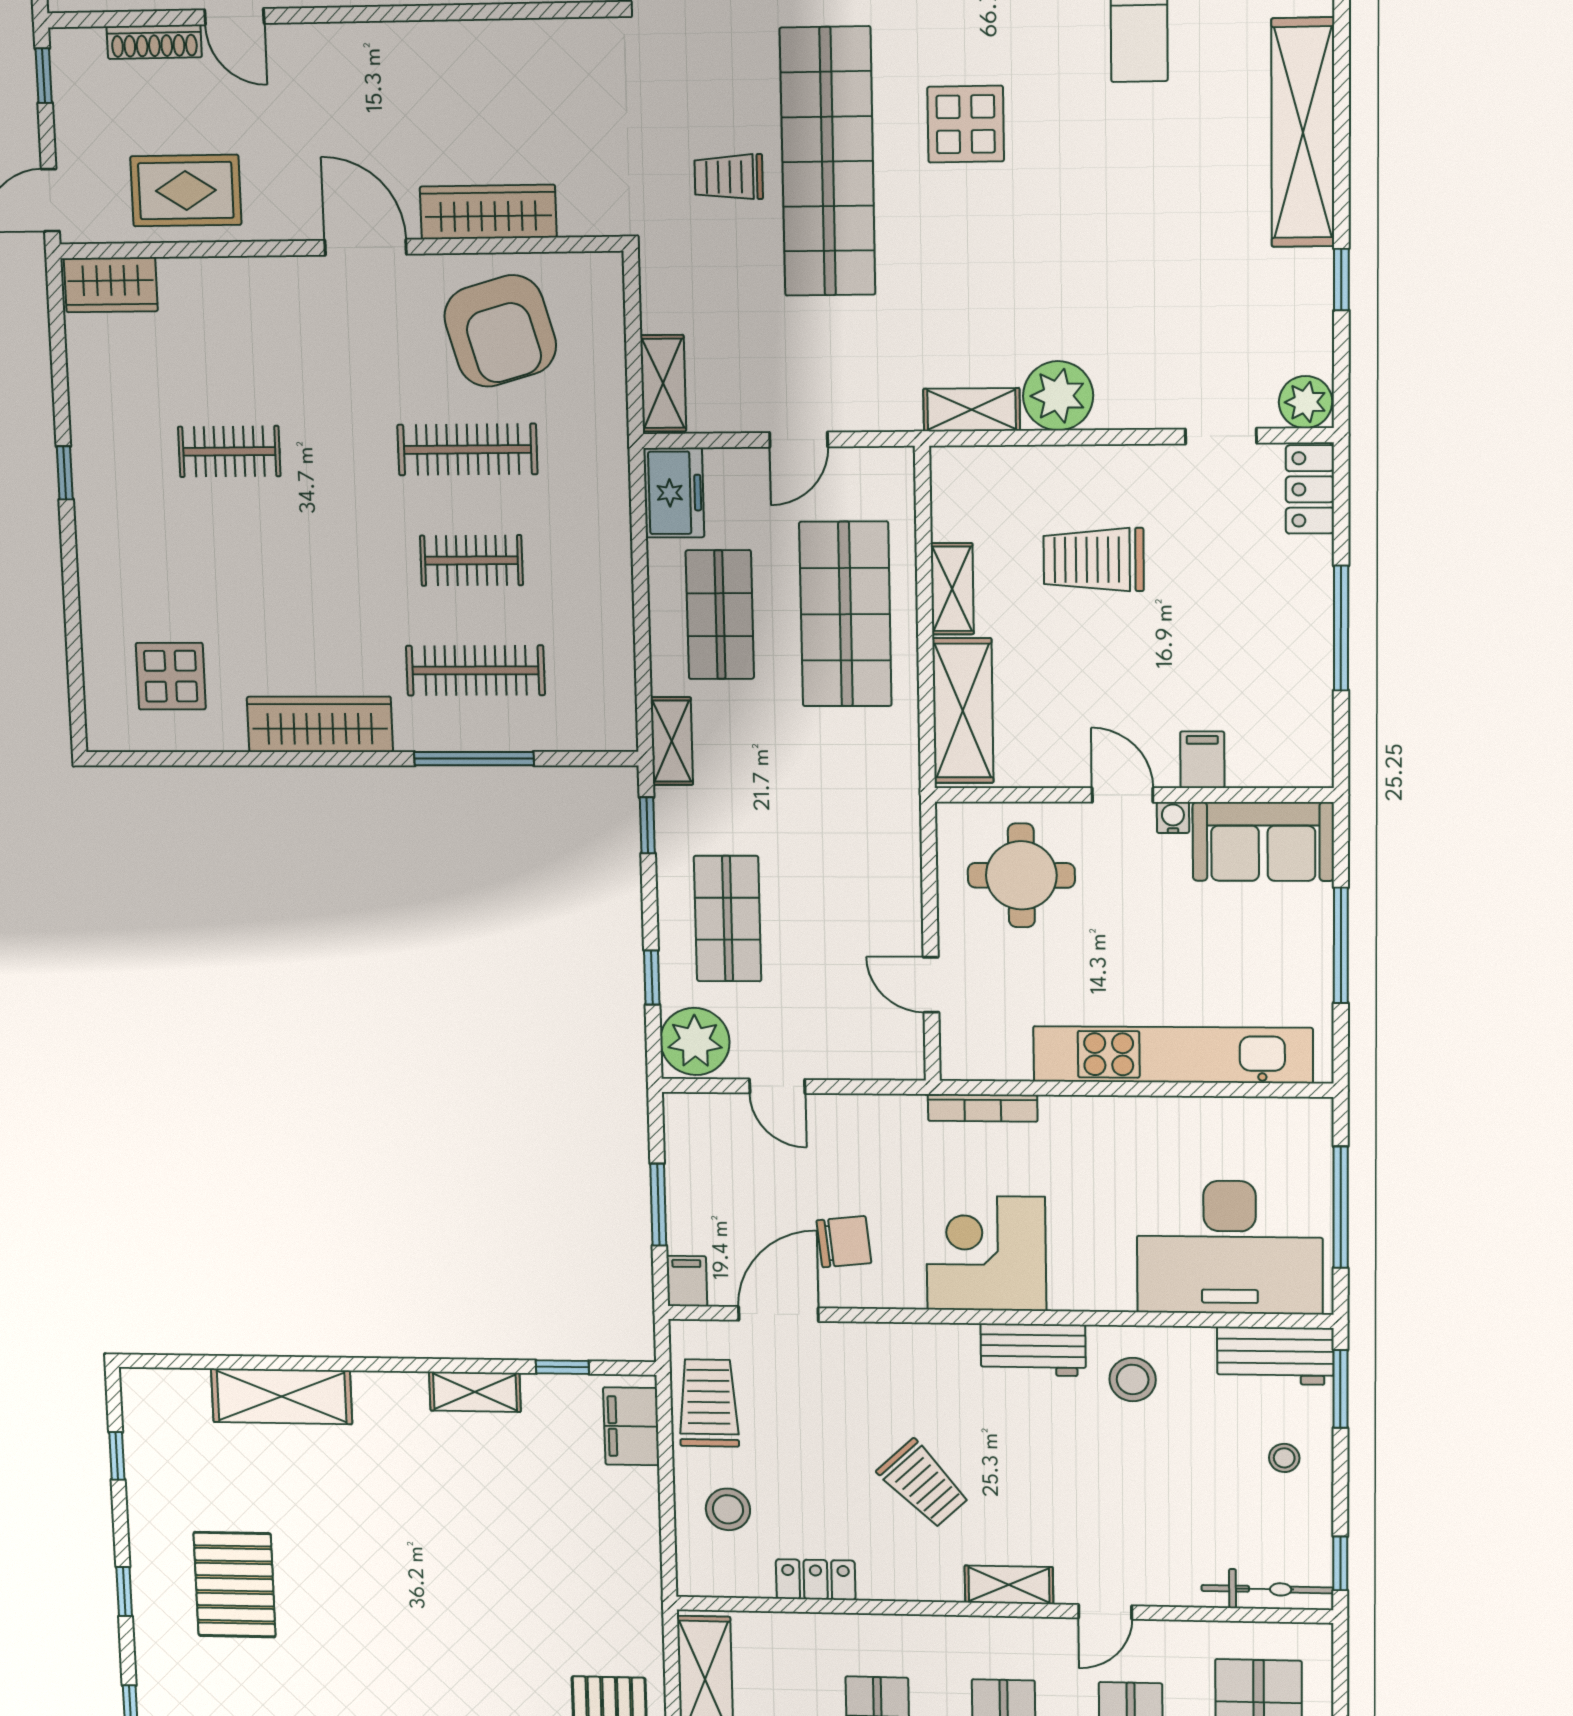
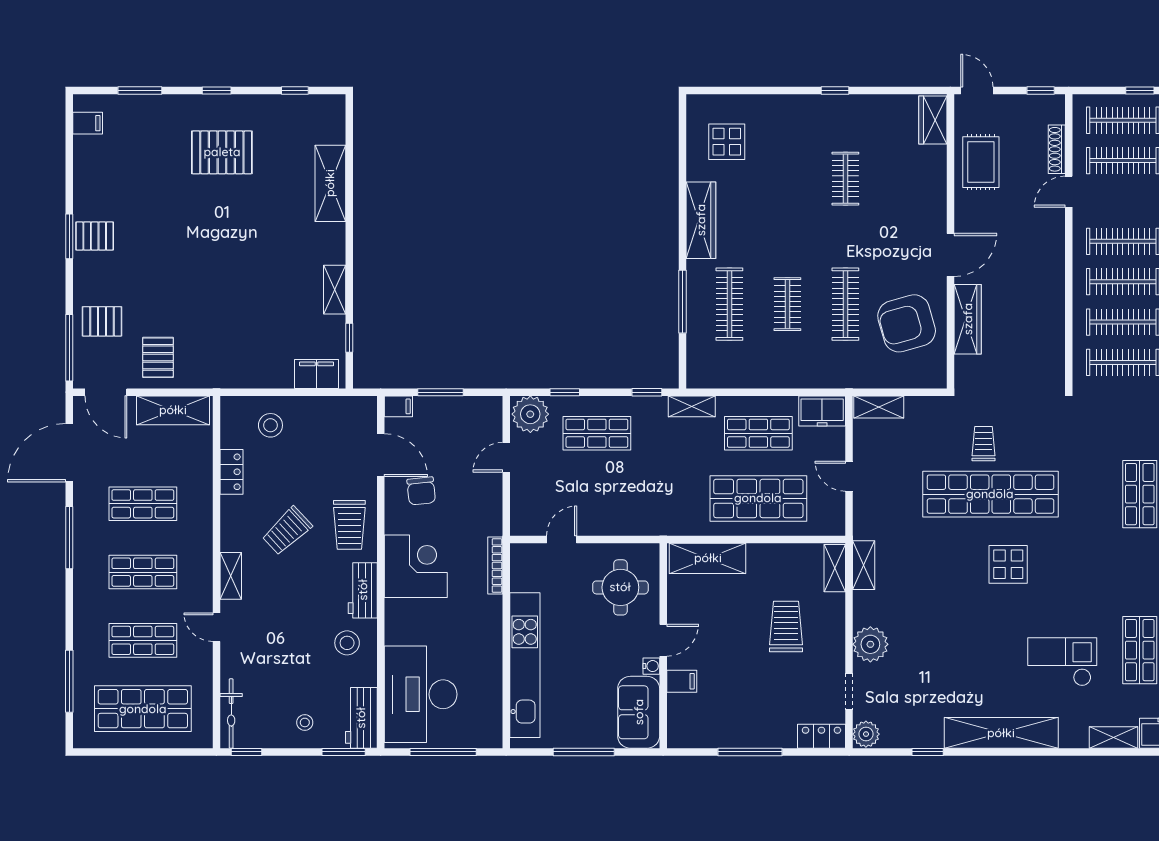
plant: (1058, 396) -> (870, 644), moved
shelving: (952, 589) -> (835, 568), moved, turned 90
trolley: (709, 1403) -> (349, 525), moved, turned 90

